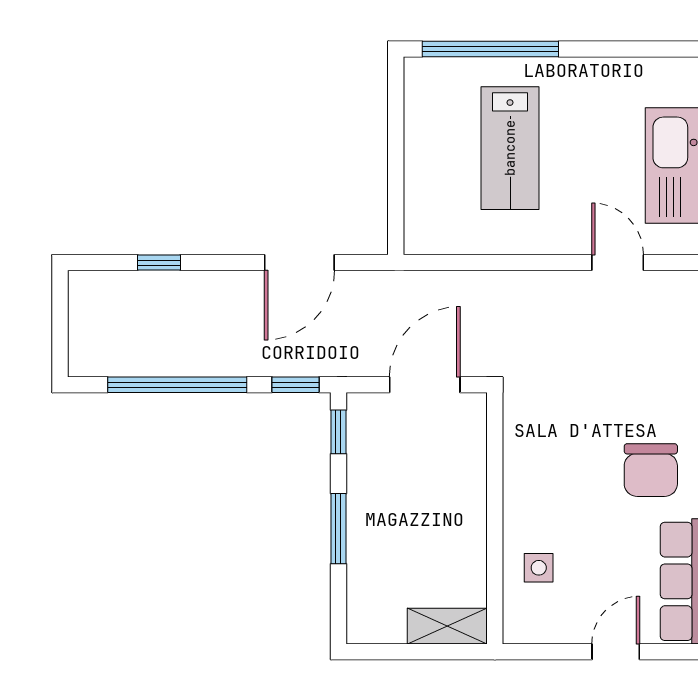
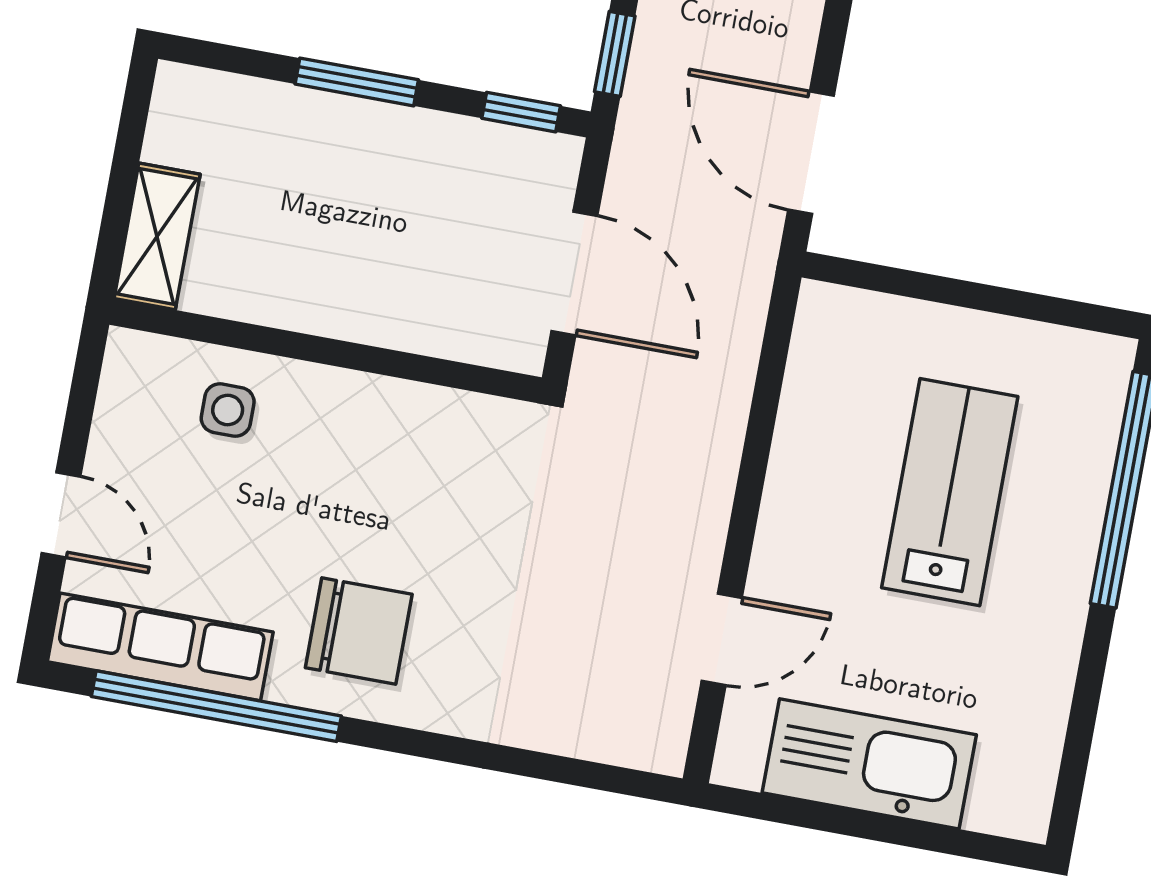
lab bench: (510, 148) -> (950, 492), turned 90
door: (299, 263) -> (811, 153), moved
chair: (651, 470) -> (359, 631), turned 180

